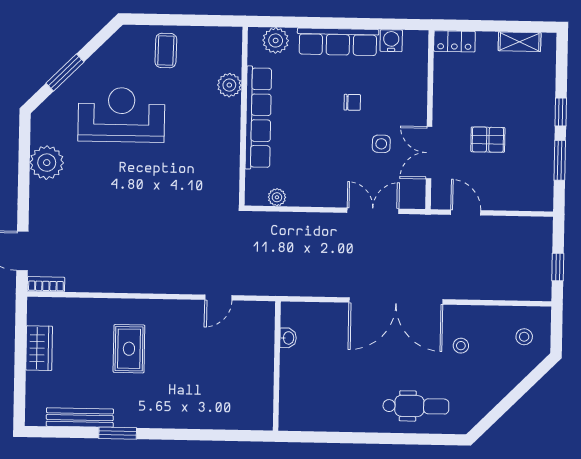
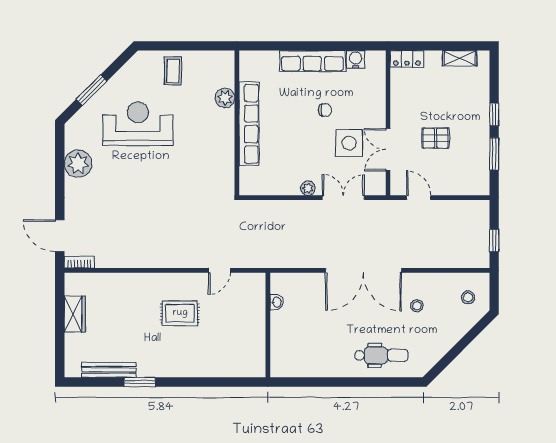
plant: (276, 40) -> (262, 61), removed
side table: (381, 144) -> (349, 143), width x1.87, depth x1.87
plant: (277, 197) -> (308, 188), moved
rug: (129, 349) -> (180, 313), moved, turned 90

